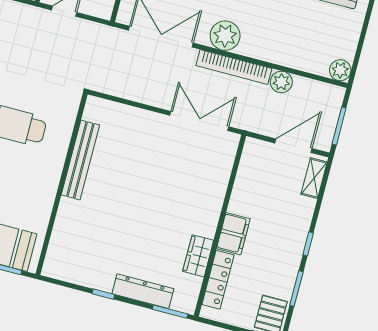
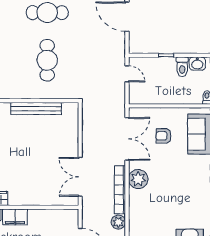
double door: (199, 121) -> (80, 177), swing flipped

